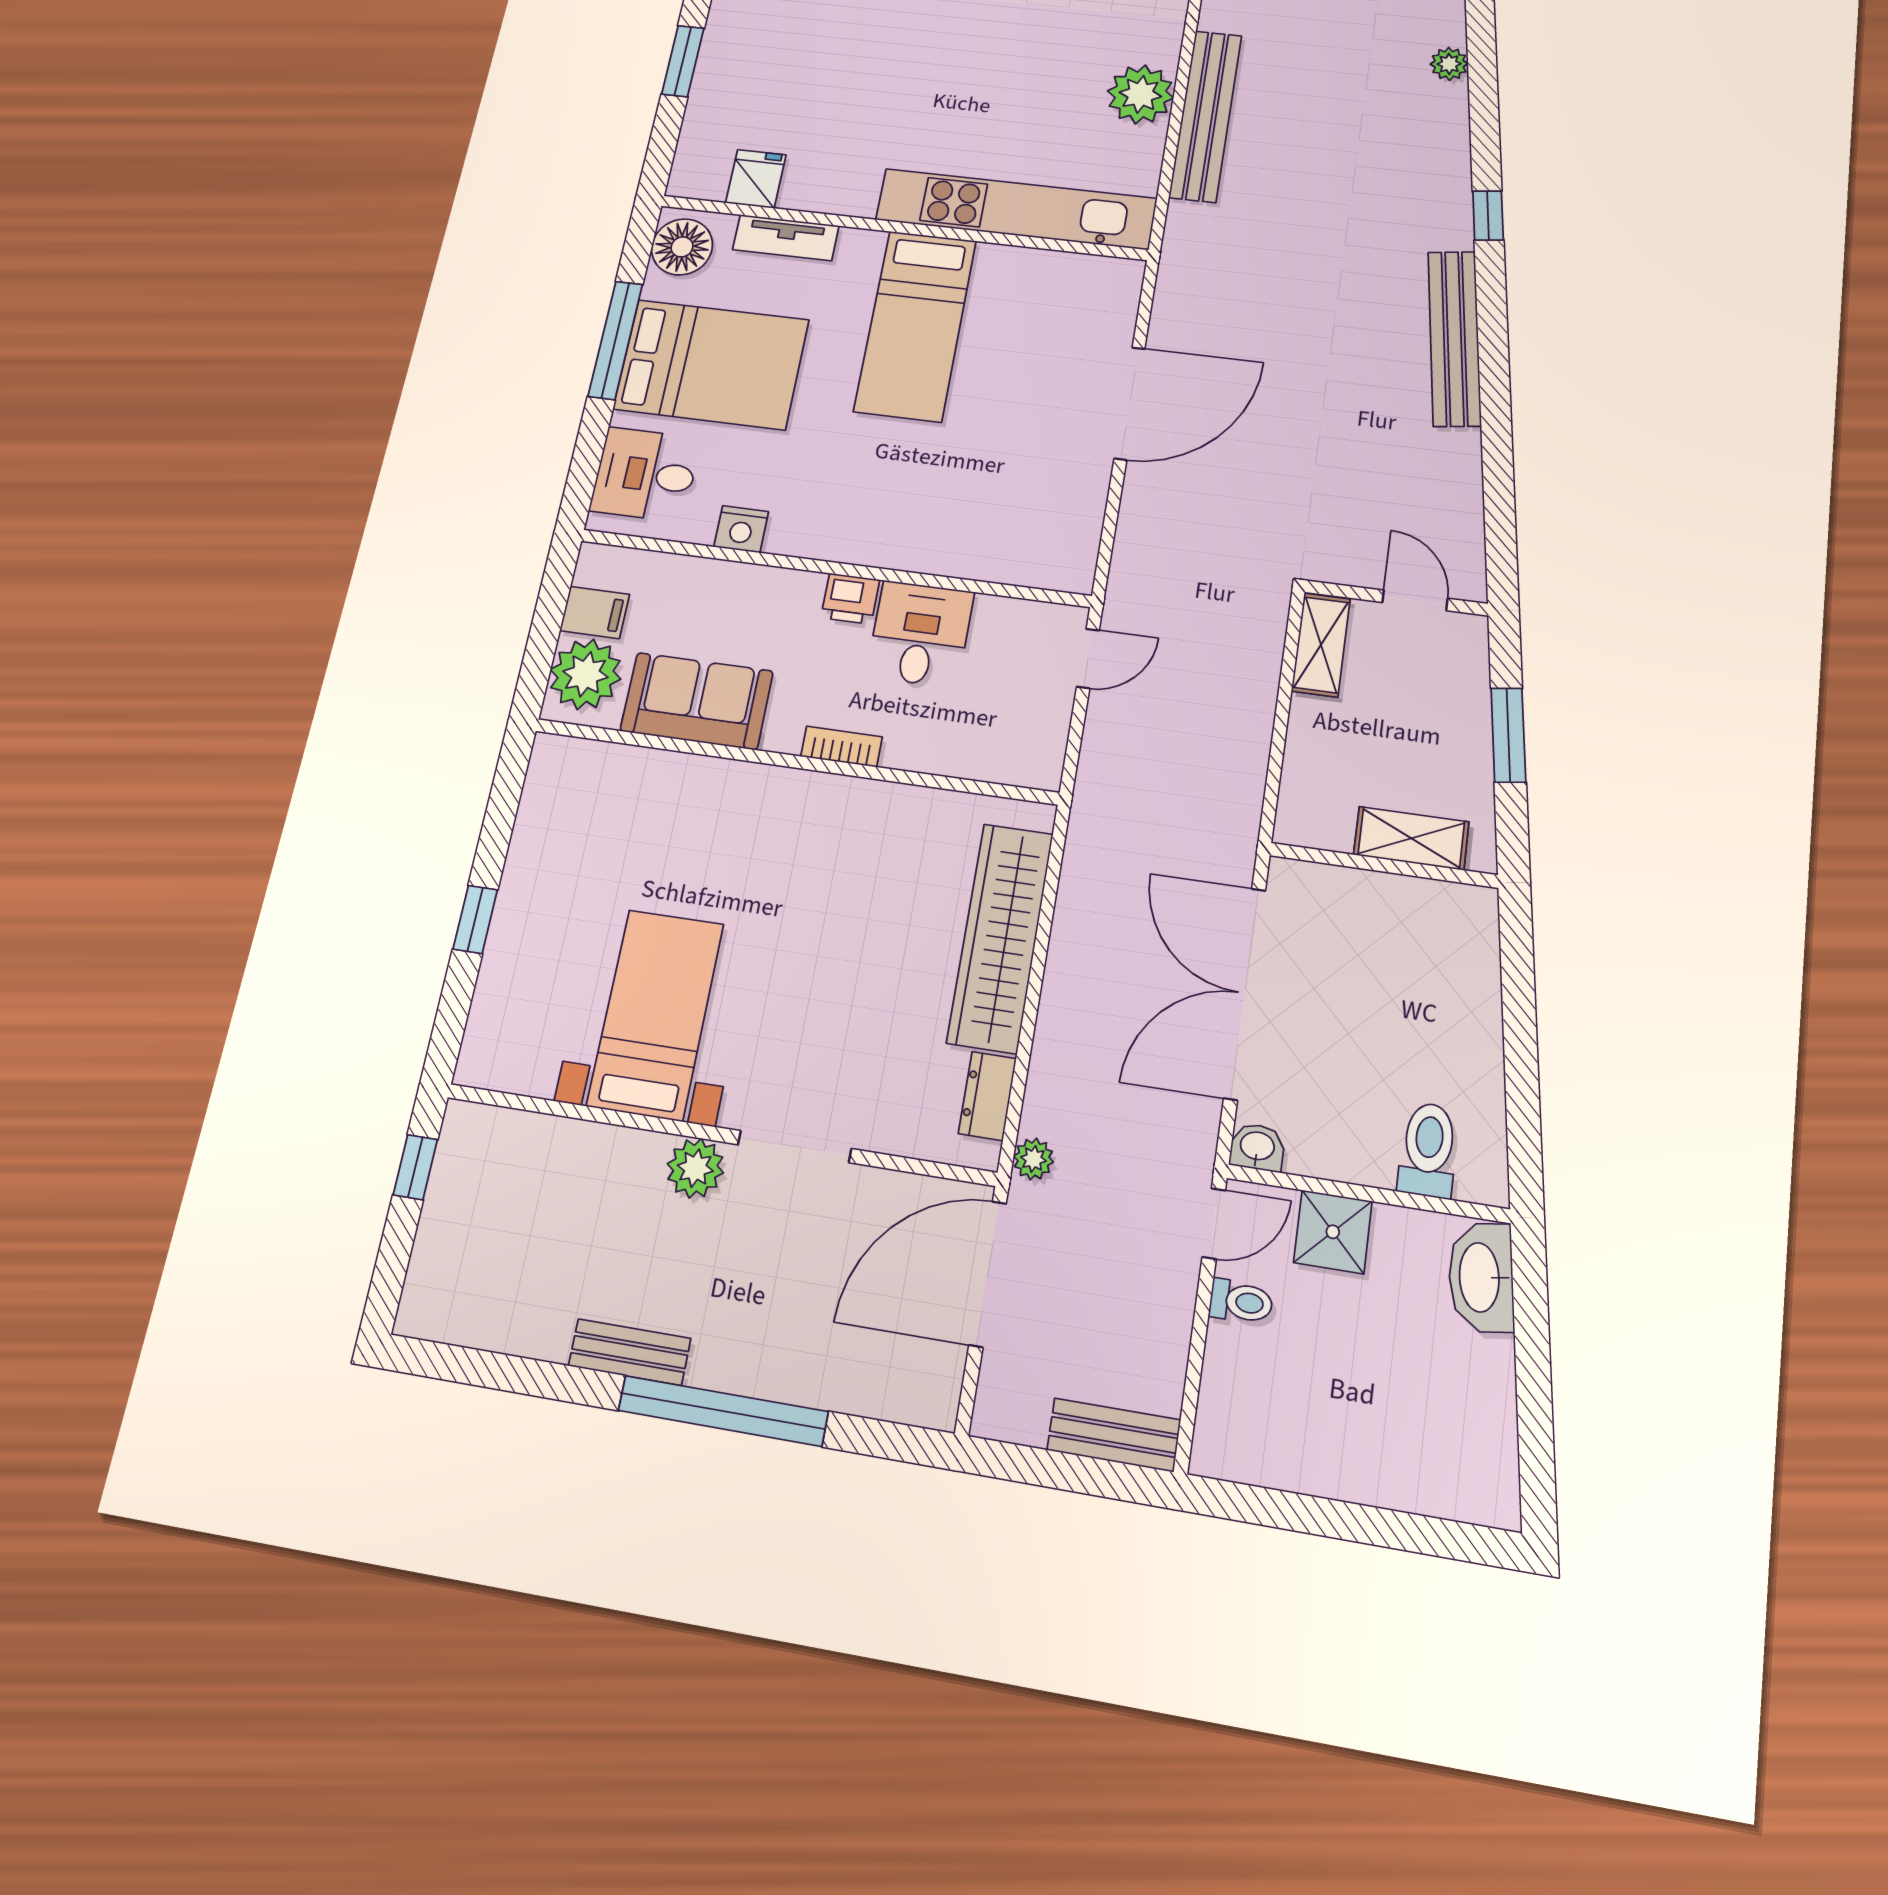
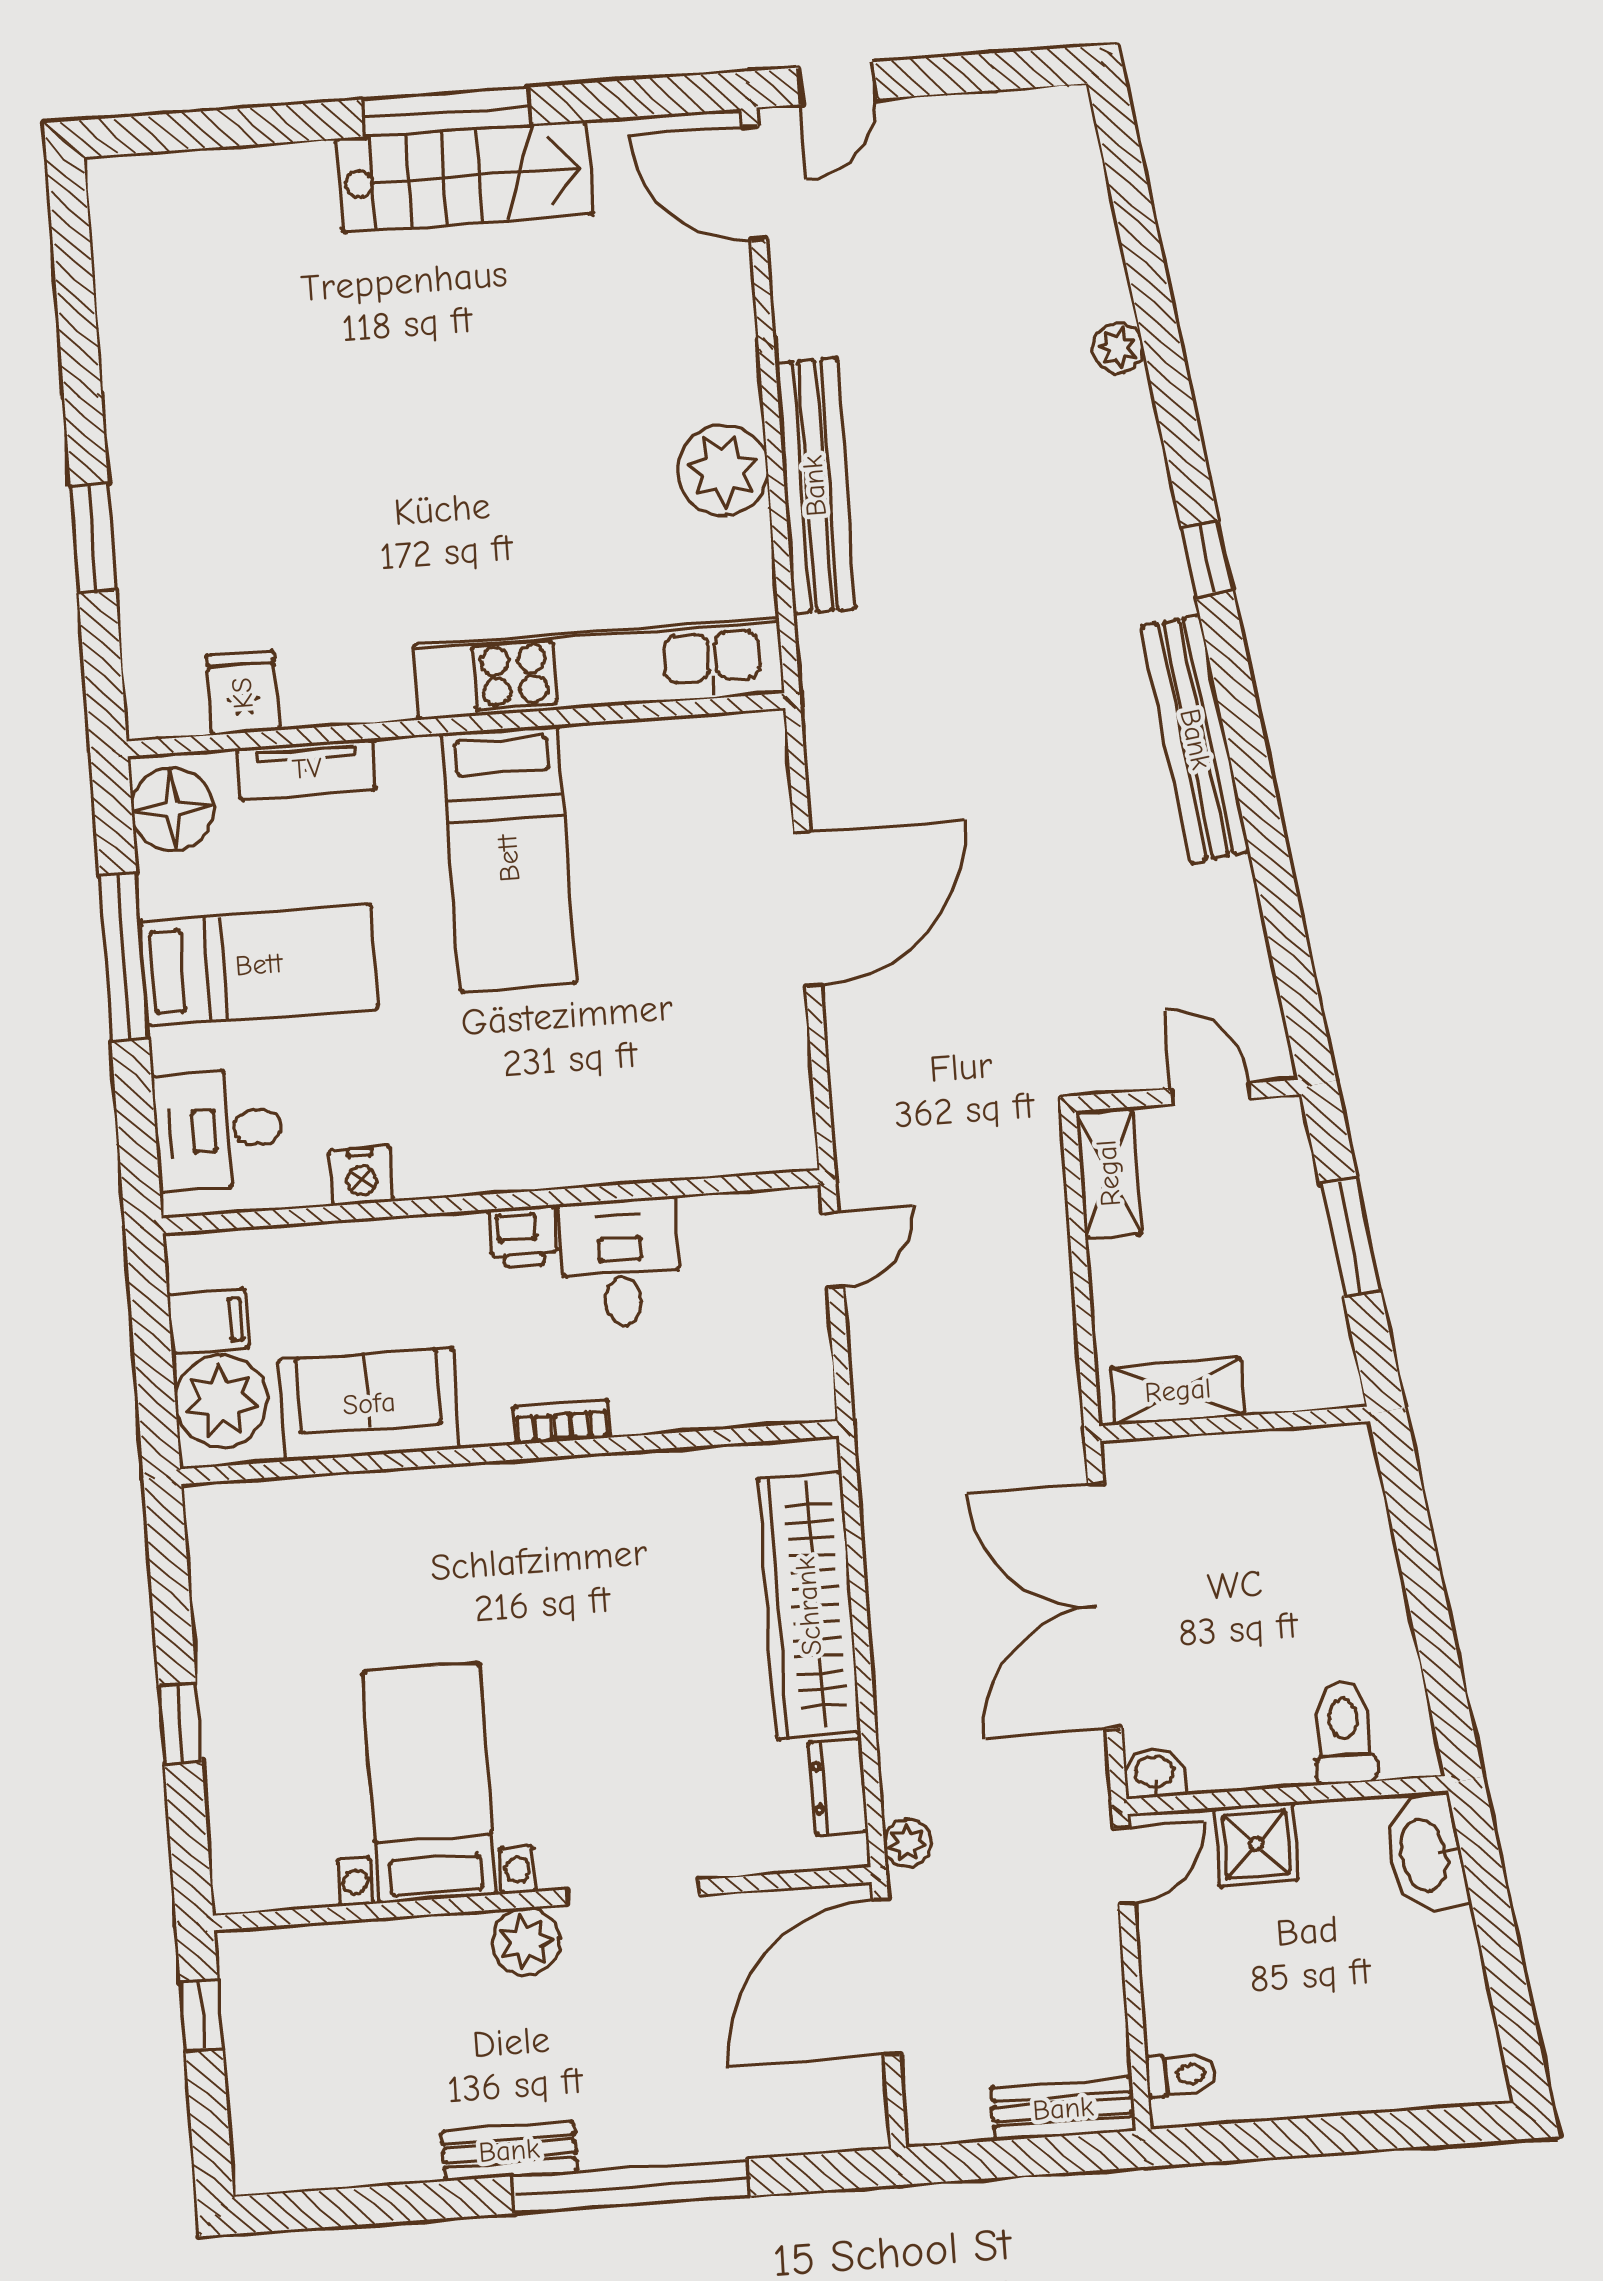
bed: (711, 364) -> (259, 965), width x0.67
shelving: (1411, 838) -> (1178, 1391), moved
toilet: (1241, 1302) -> (1181, 2075), moved

